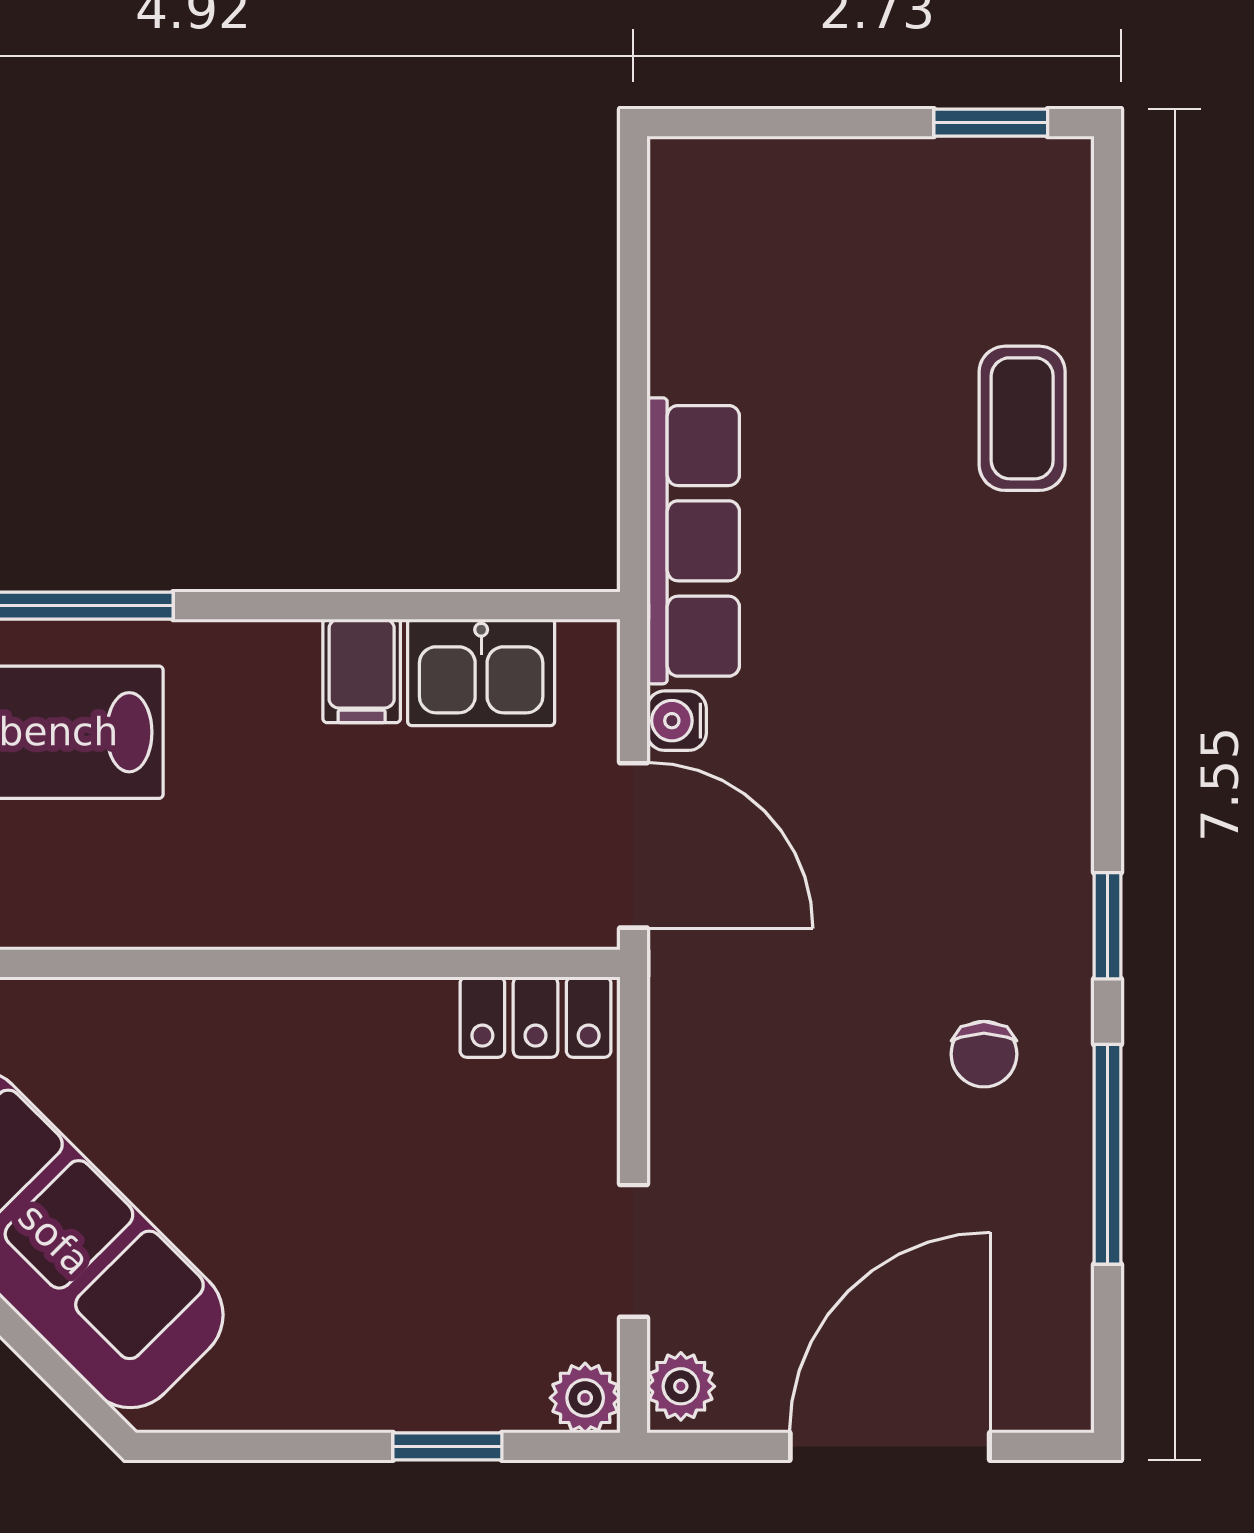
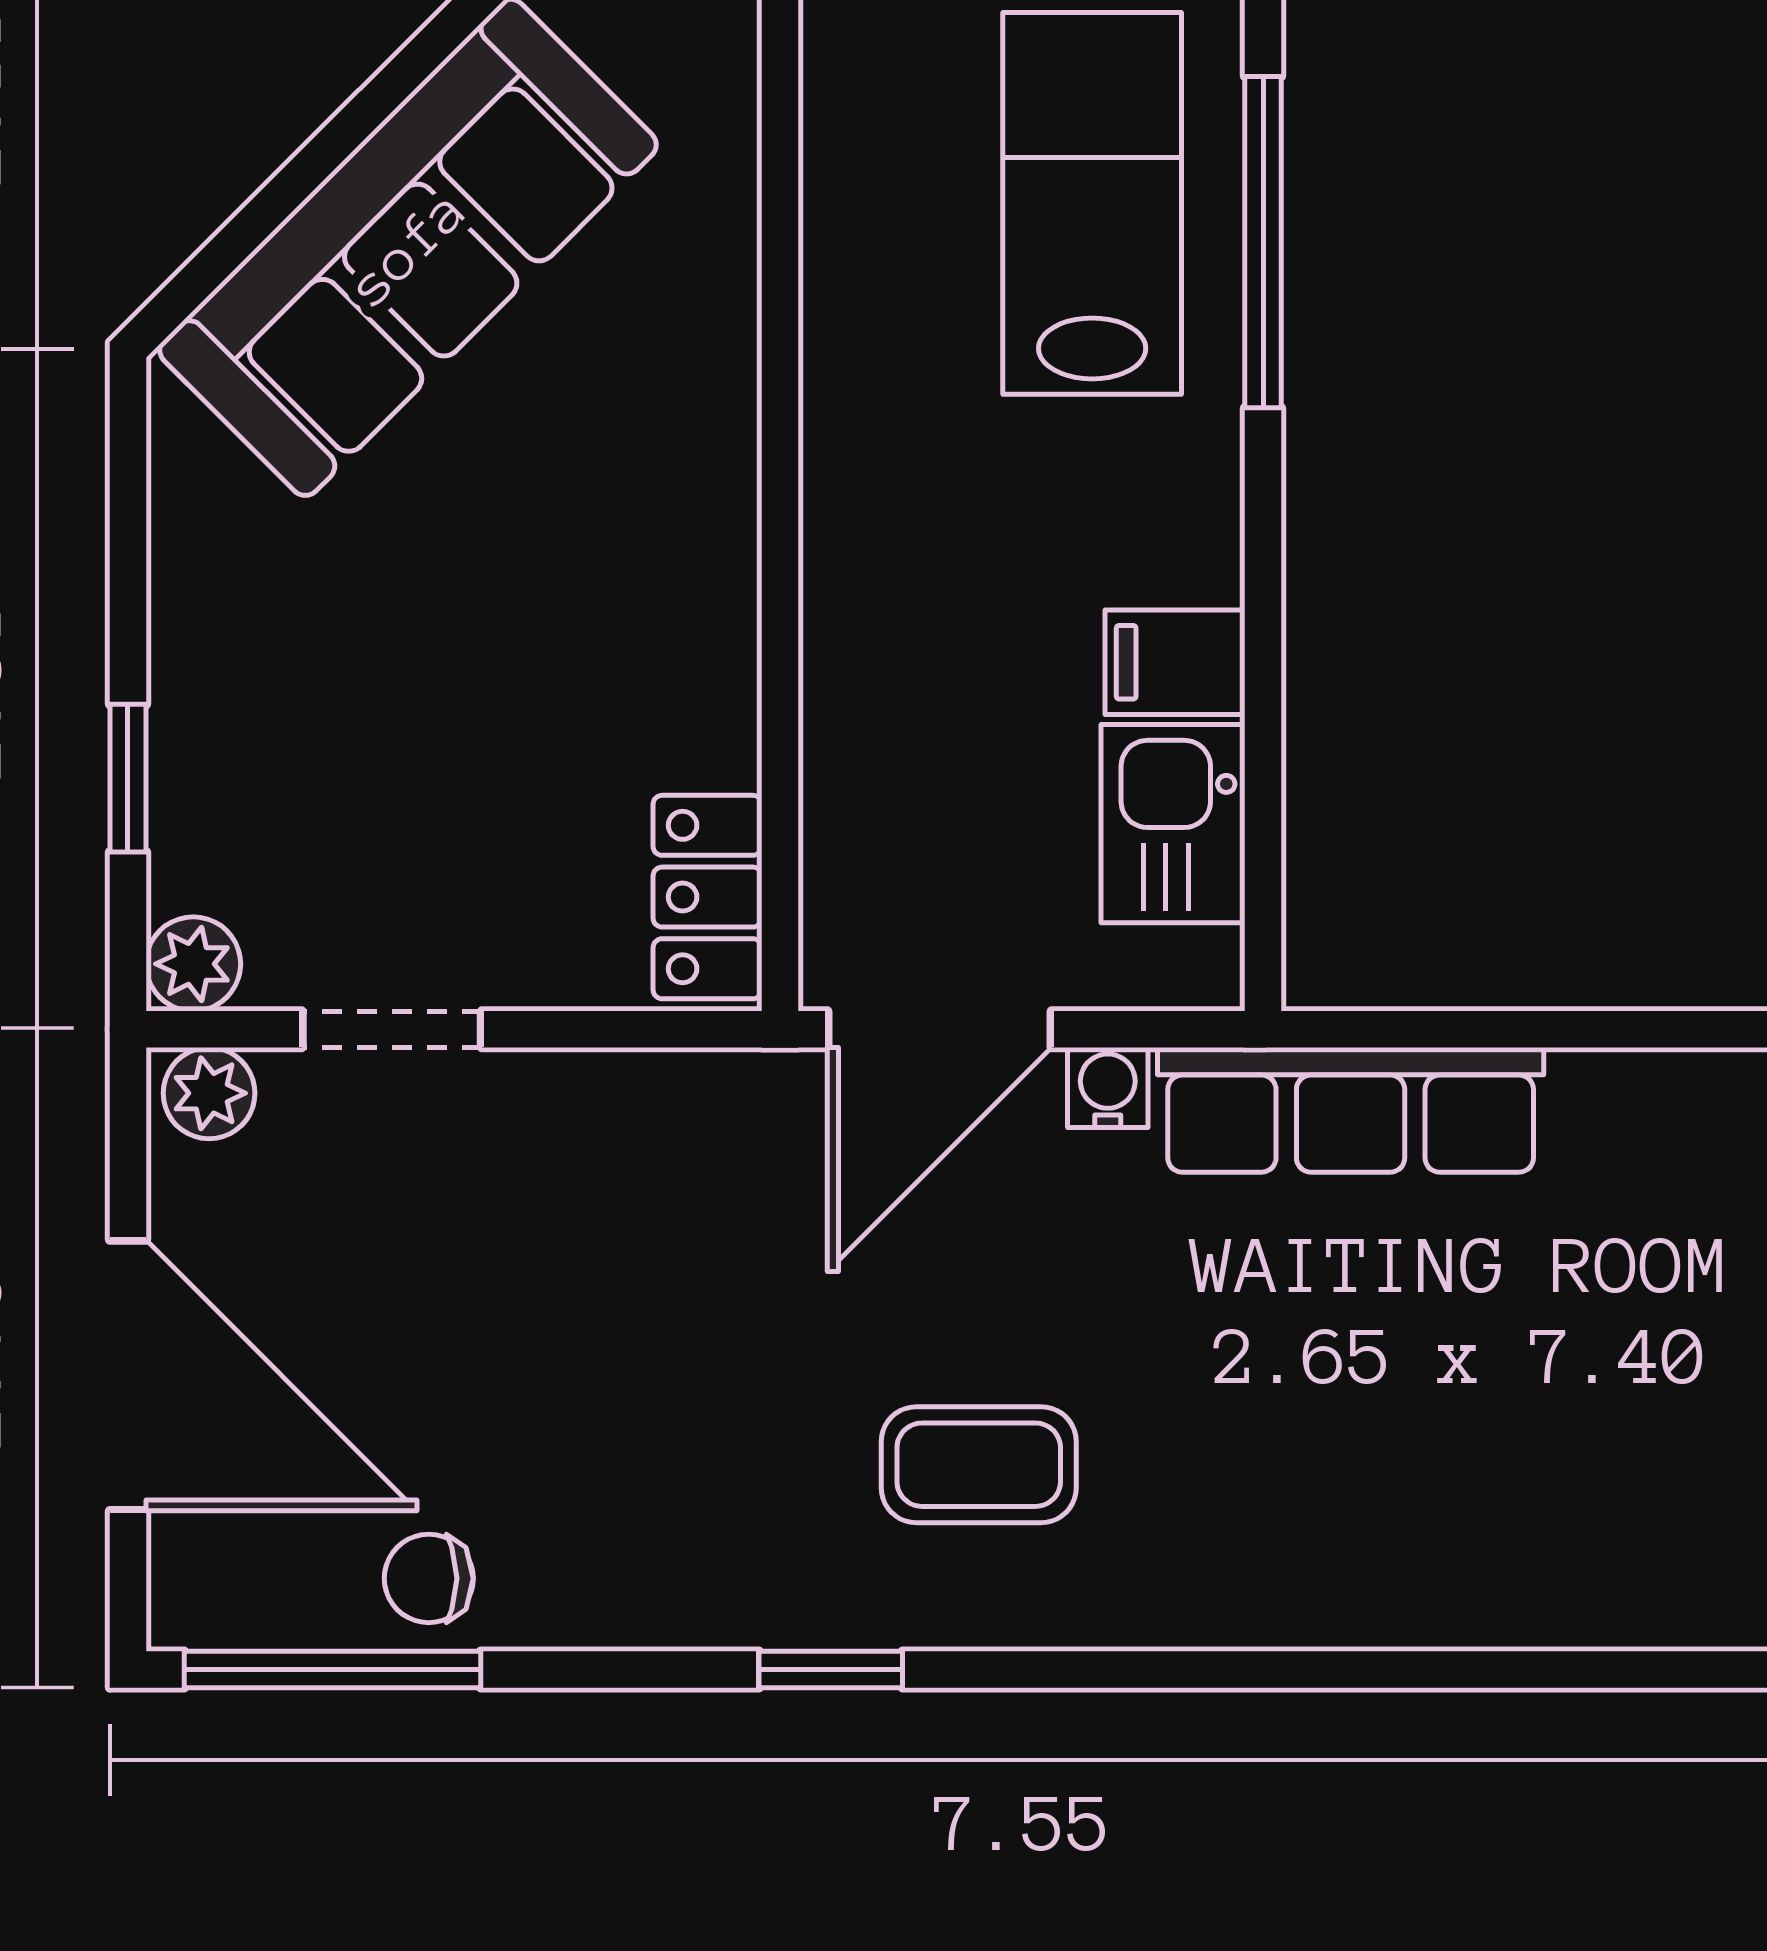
coffee table: (1022, 418) -> (979, 1465), moved
chair: (984, 1054) -> (429, 1578), moved
window: (1108, 1154) -> (333, 1669), moved

